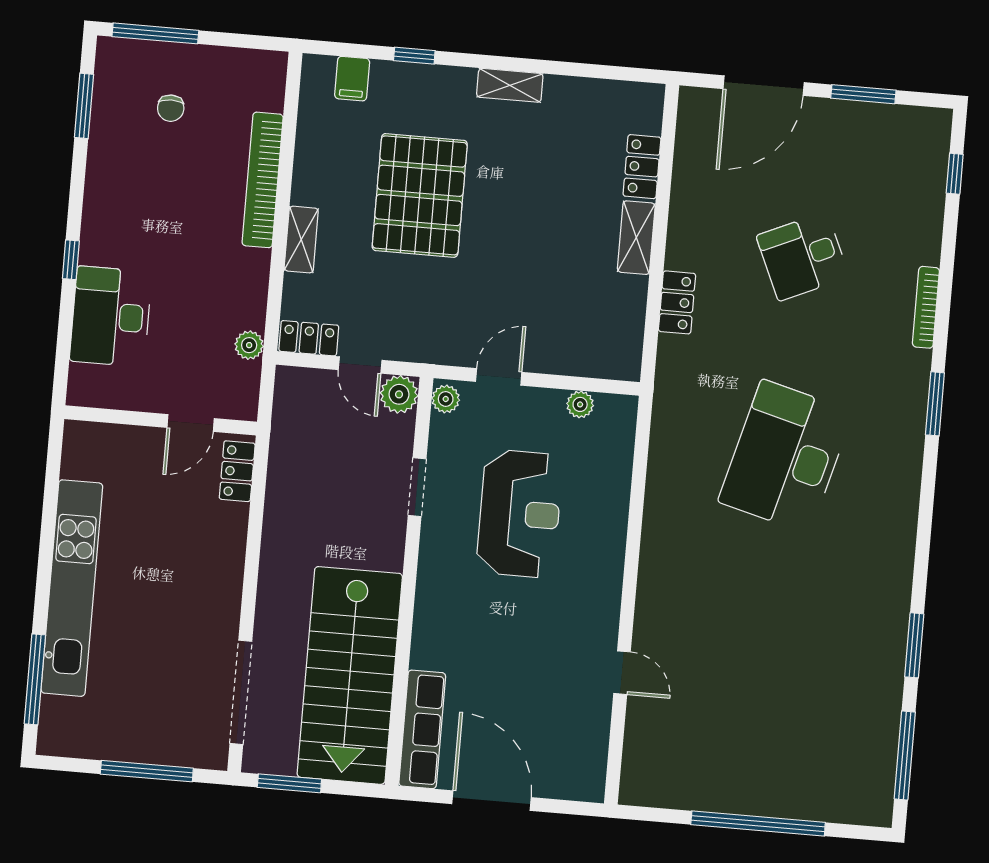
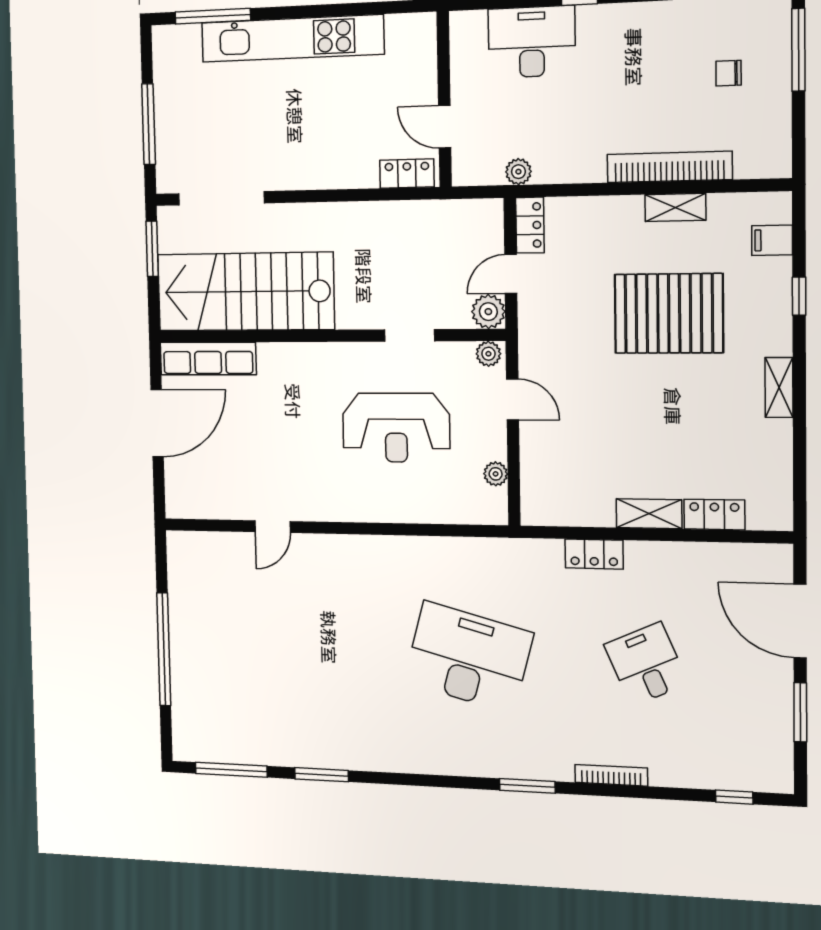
shelving: (301, 240) -> (675, 207), moved

